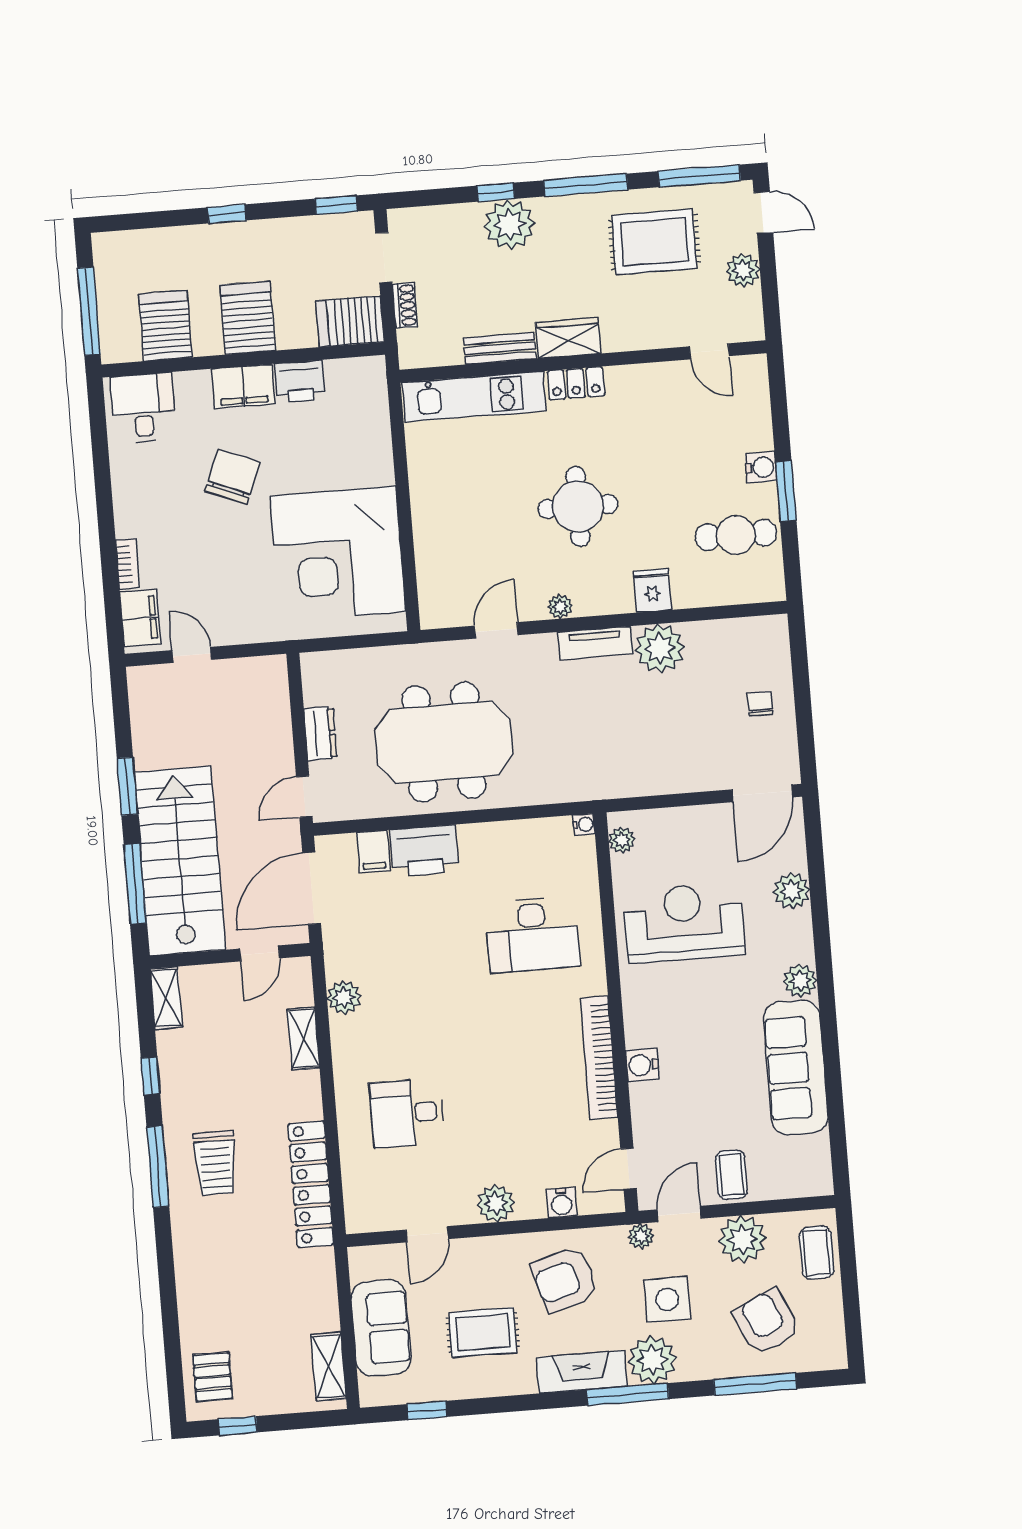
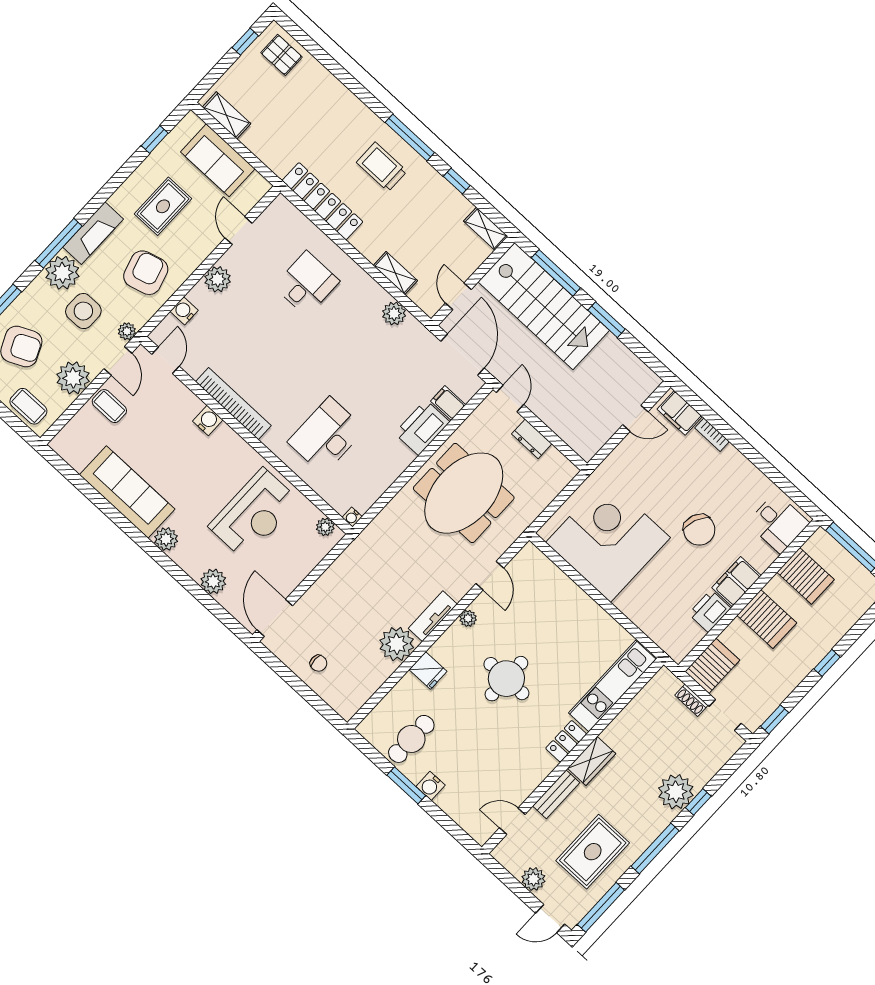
bench: (500, 348) -> (556, 794), moved

